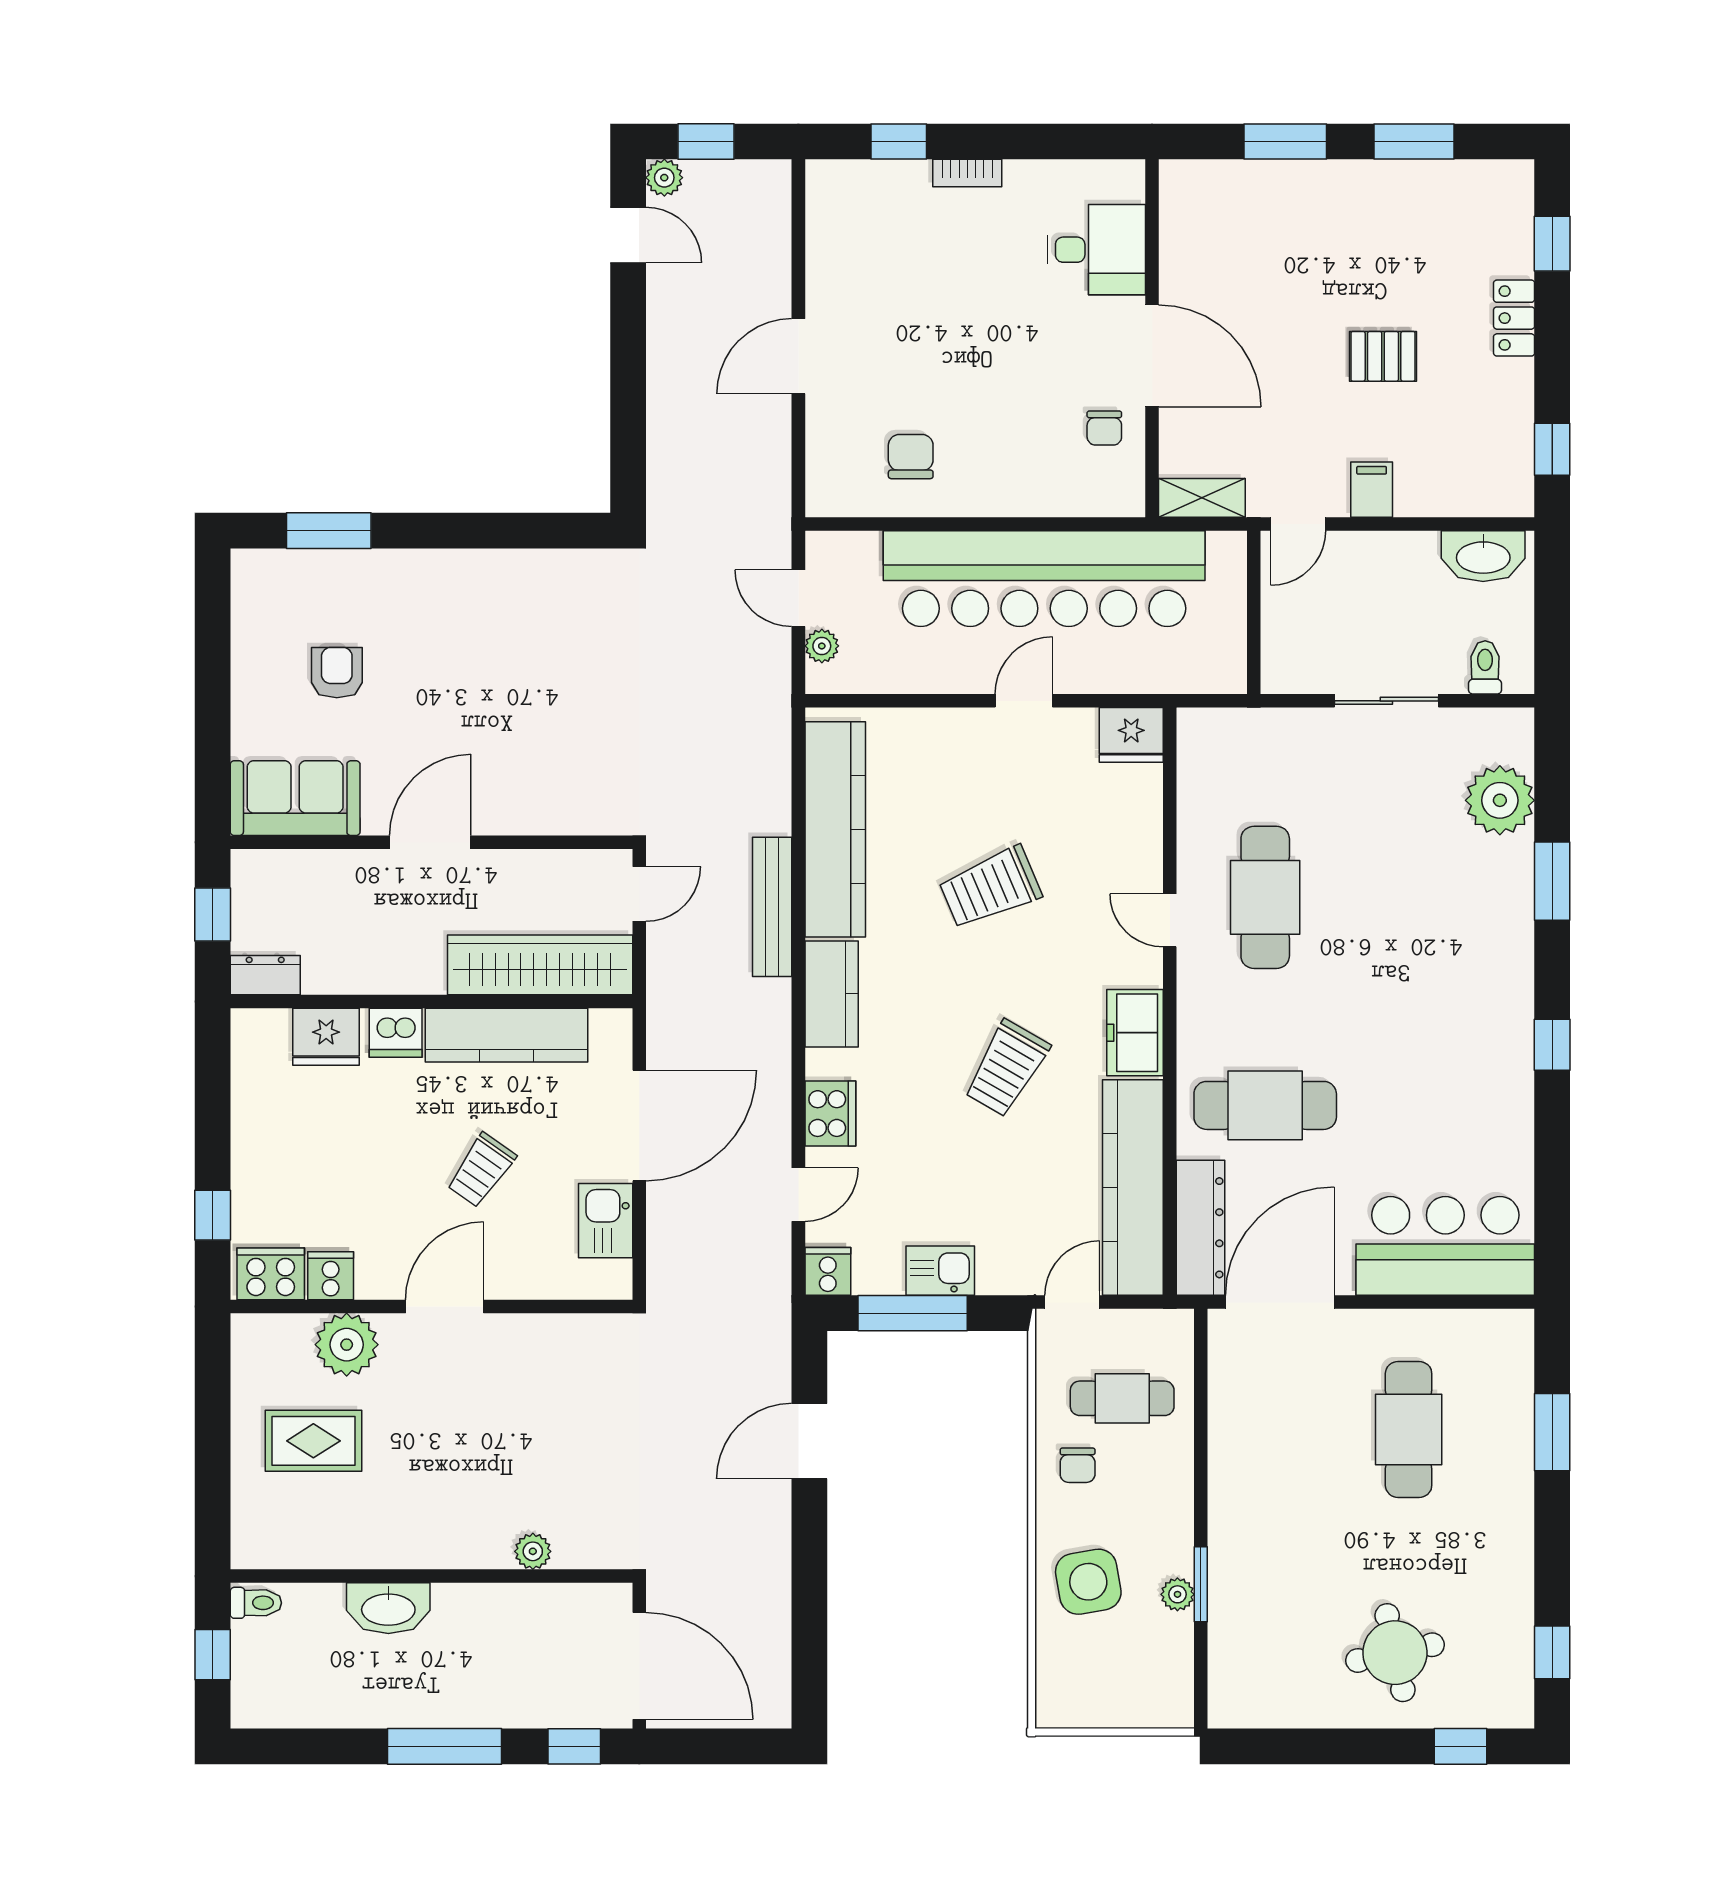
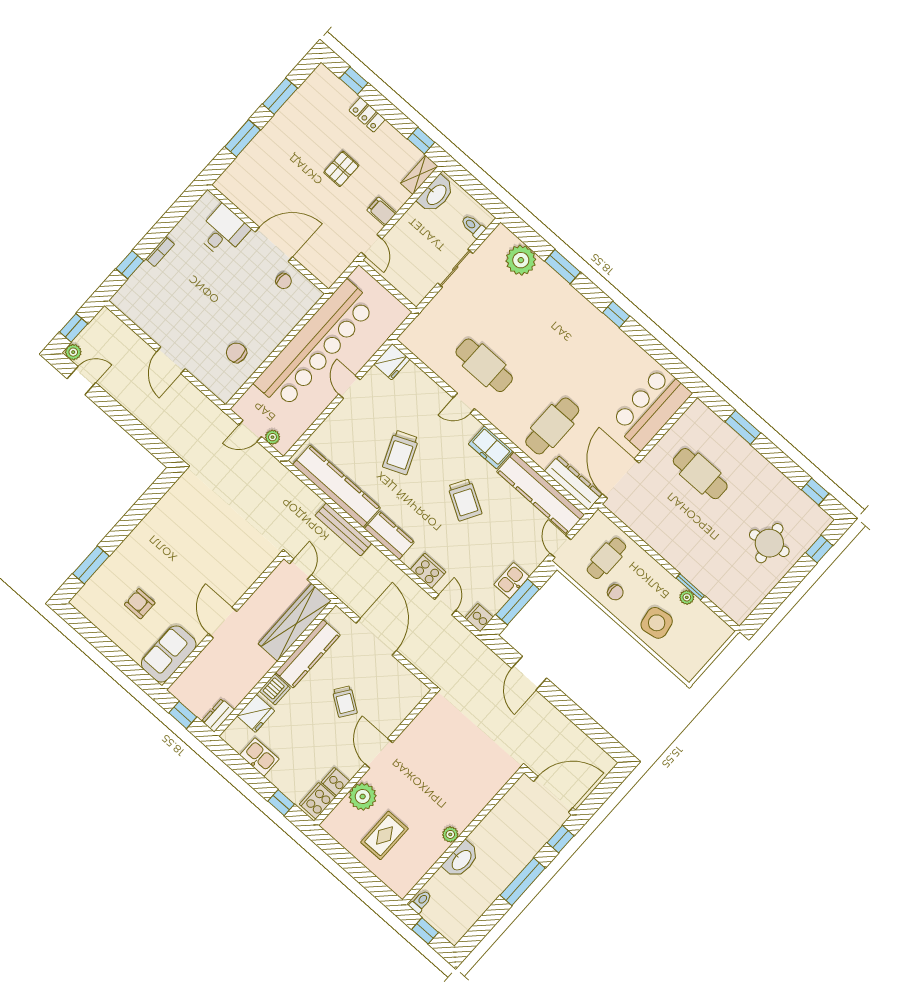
shelving: (1202, 498) -> (419, 175), moved
kitchen sink: (606, 1221) -> (259, 757), moved, turned 180
plant: (533, 1551) -> (450, 834), moved

